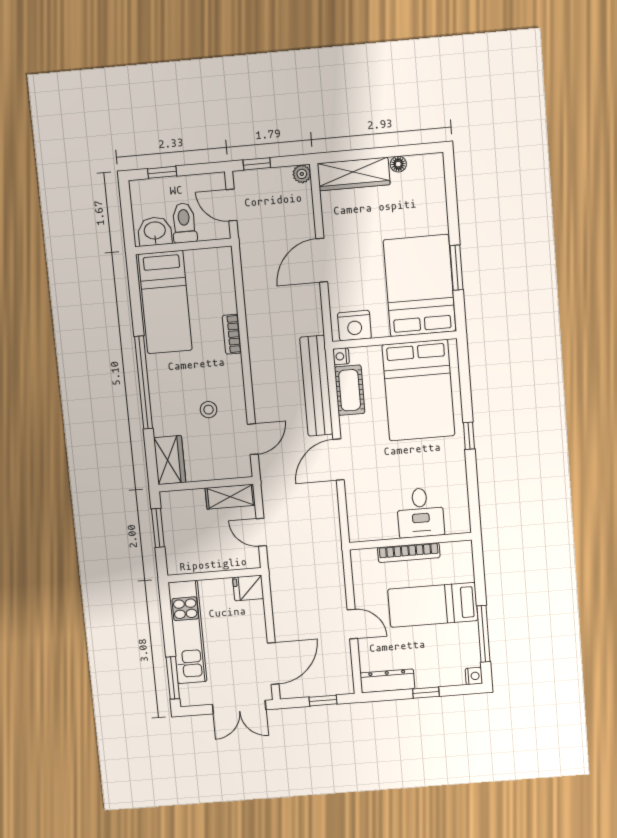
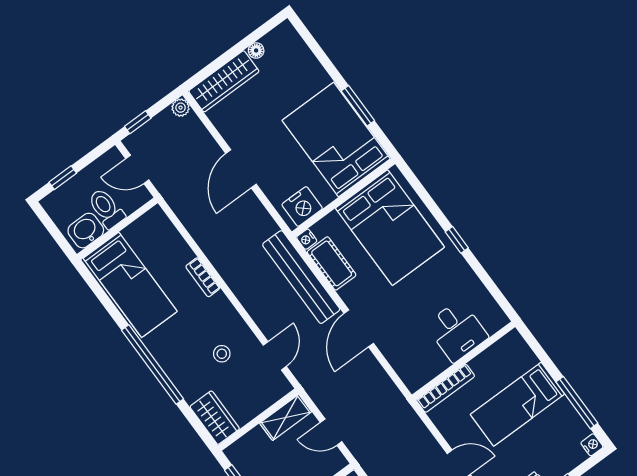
bookcase: (409, 553) -> (446, 388), moved

